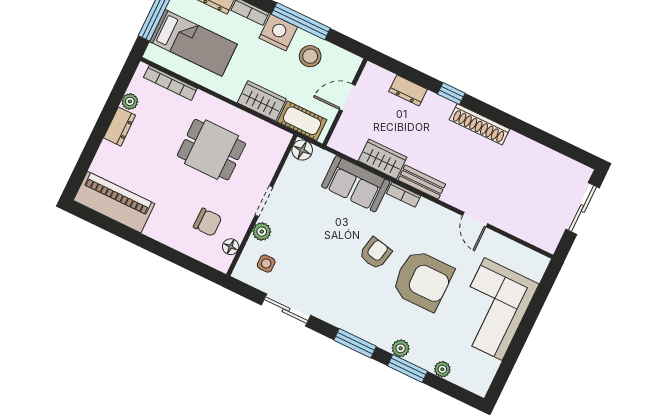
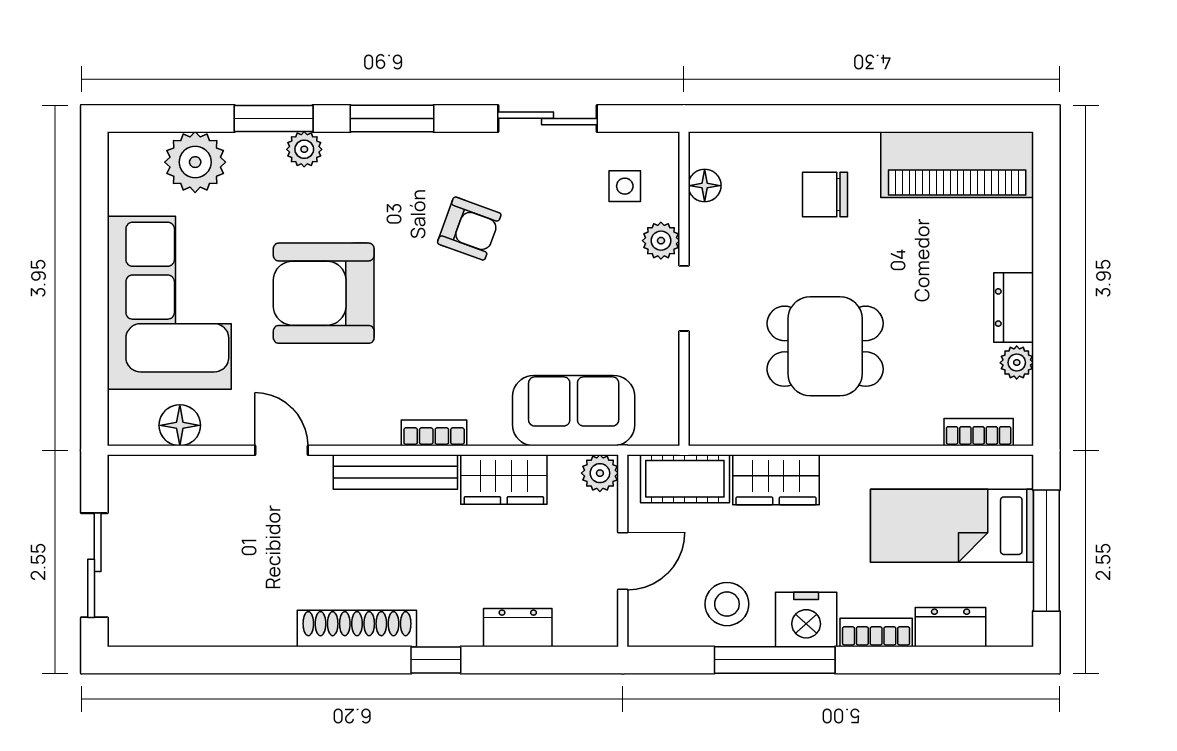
bookcase: (170, 83) -> (979, 432), width x0.64
plant: (339, 141) -> (600, 473), added
floor lamp: (302, 150) -> (180, 425), moved
bench: (422, 182) -> (395, 472), width x1.36
sofa: (356, 184) -> (574, 411), moved
chair: (208, 222) -> (825, 194), moved
armchair: (375, 253) -> (469, 229), moved, turned -82
plant: (442, 369) -> (195, 162), width x1.87, depth x1.87

